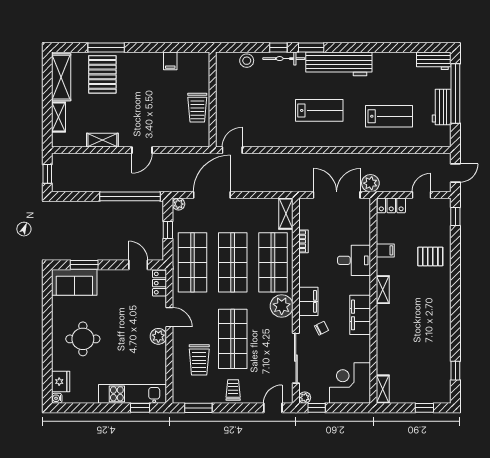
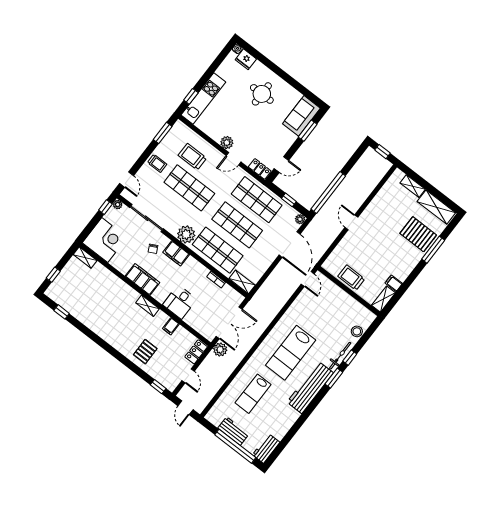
lab bench: (319, 110) -> (291, 353), width x1.36, depth x1.39
shelving: (102, 140) -> (383, 299), moved

